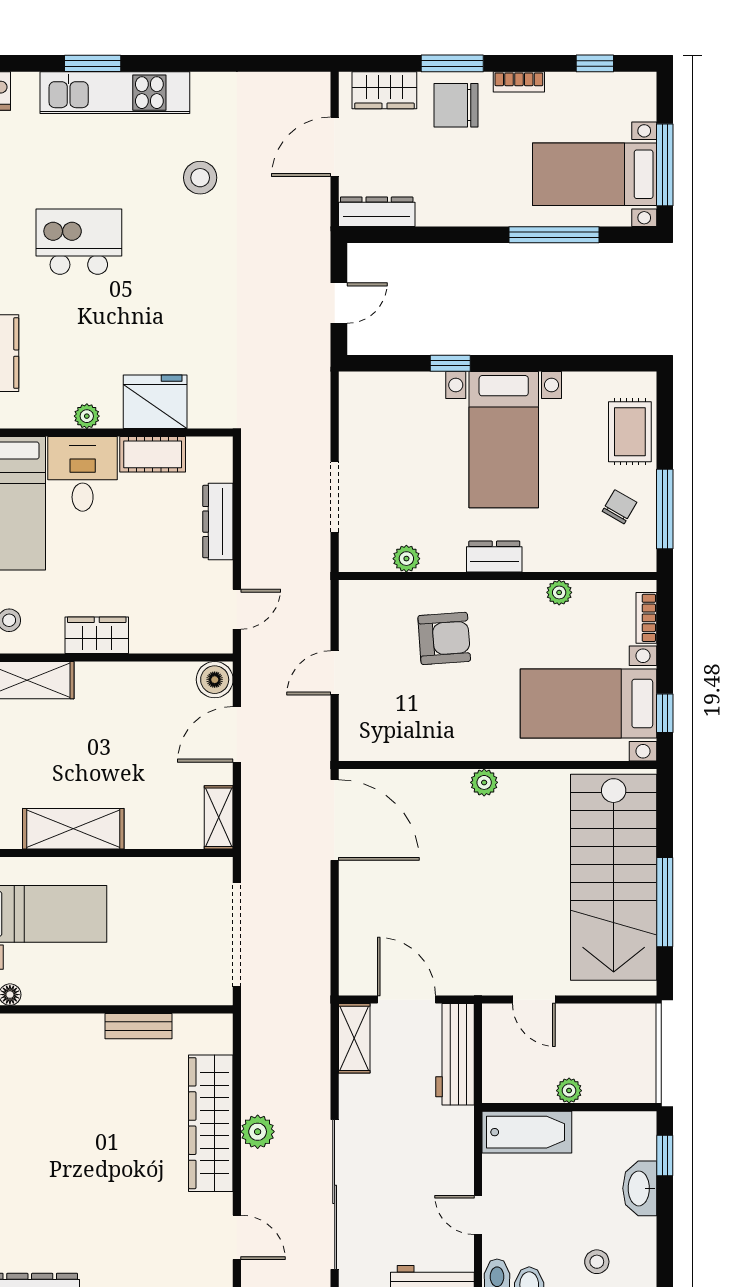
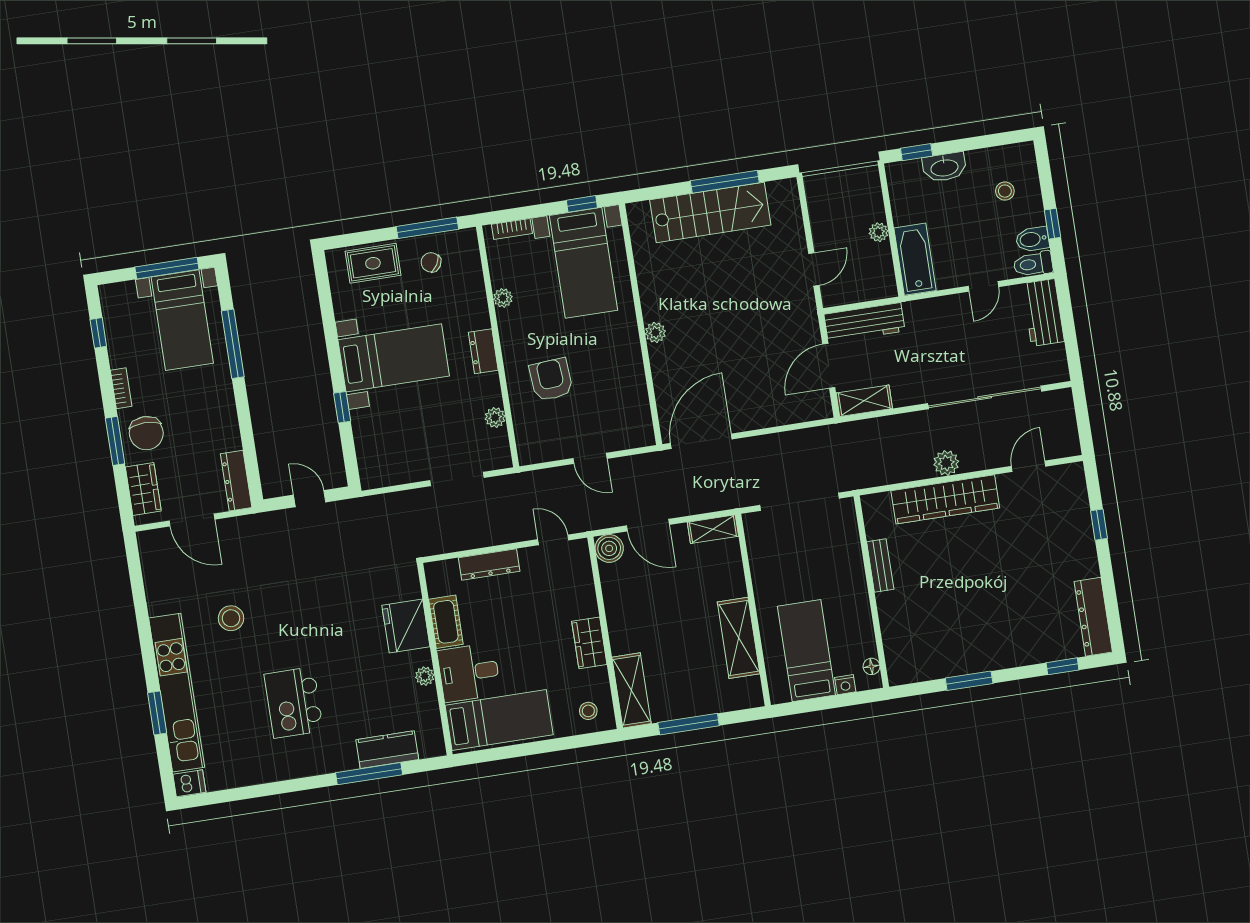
kitchen unit: (115, 93) -> (177, 693), width x1.36
stairs: (614, 877) -> (710, 212), width x0.73, depth x0.66

